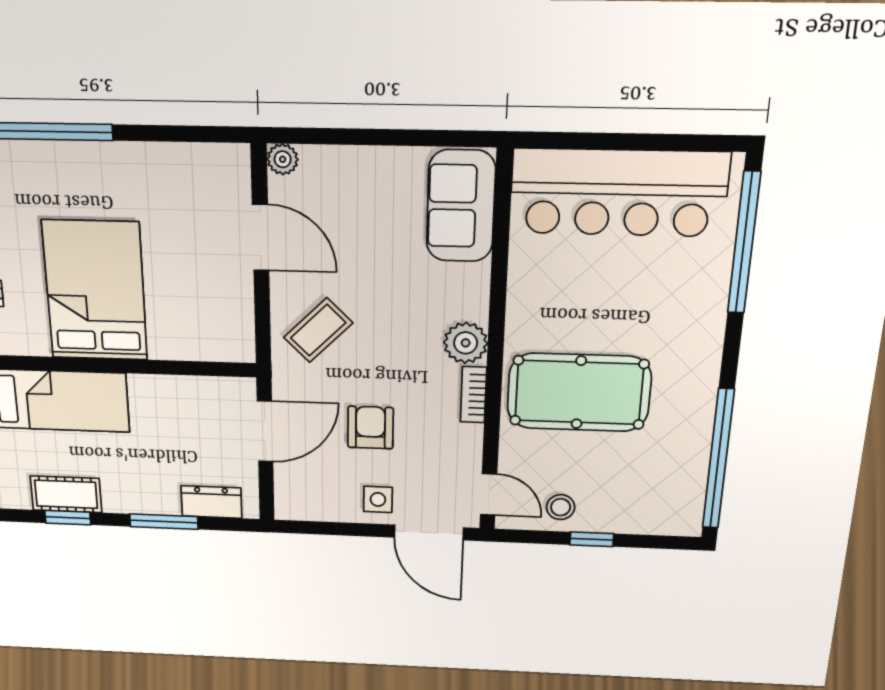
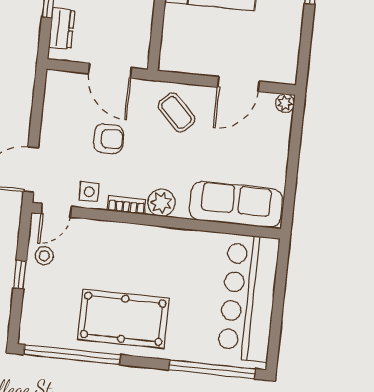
sofa: (461, 206) -> (236, 205), width x1.36
pool table: (579, 392) -> (123, 319), moved, turned 90
side table: (378, 499) -> (89, 192), moved

